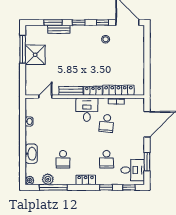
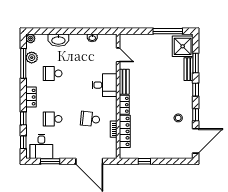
shower: (35, 55) -> (183, 46), moved
window: (147, 72) -> (144, 161), added
desk: (87, 110) -> (105, 85), moved

